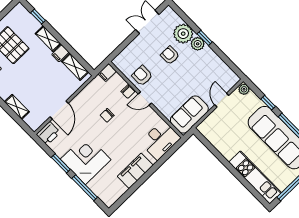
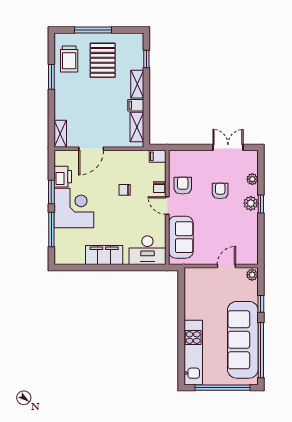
plant: (183, 34) -> (252, 179), width x0.53, depth x0.53
shelving: (17, 107) -> (60, 134), moved
sofa: (189, 115) -> (181, 237), moved, turned 90
printer: (48, 133) -> (63, 177), moved, turned -90

